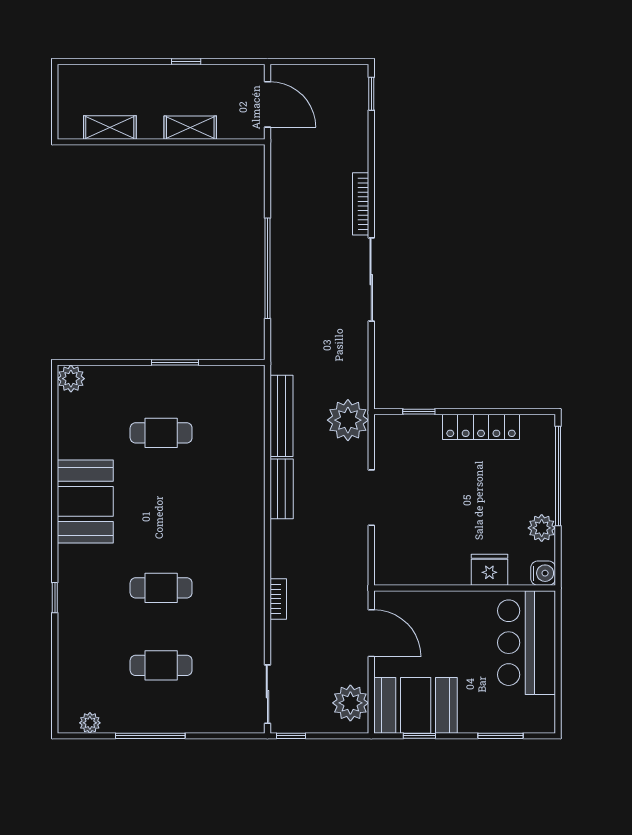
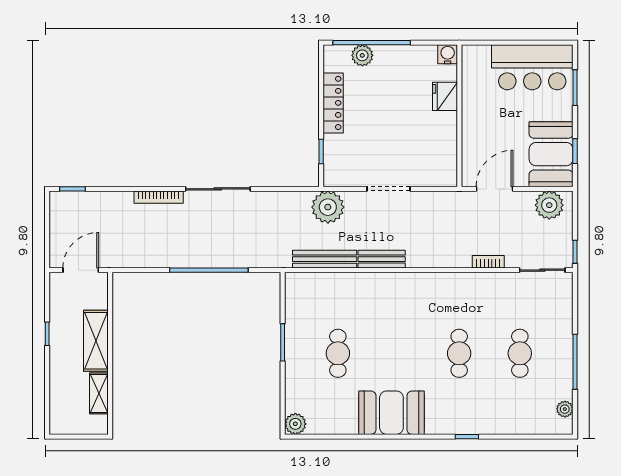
shelving: (190, 128) -> (96, 341), width x1.50, depth x1.33
plant: (542, 528) -> (362, 55), moved
bookcase: (278, 599) -> (488, 262), moved
bar counter: (527, 643) -> (532, 67), moved

